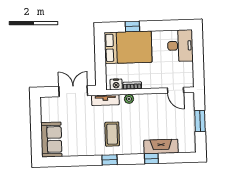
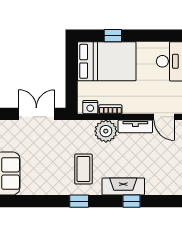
plant: (129, 99) -> (106, 131), width x1.88, depth x1.88
tv unit: (105, 100) -> (135, 126), moved
fireplace: (161, 146) -> (123, 186), moved

